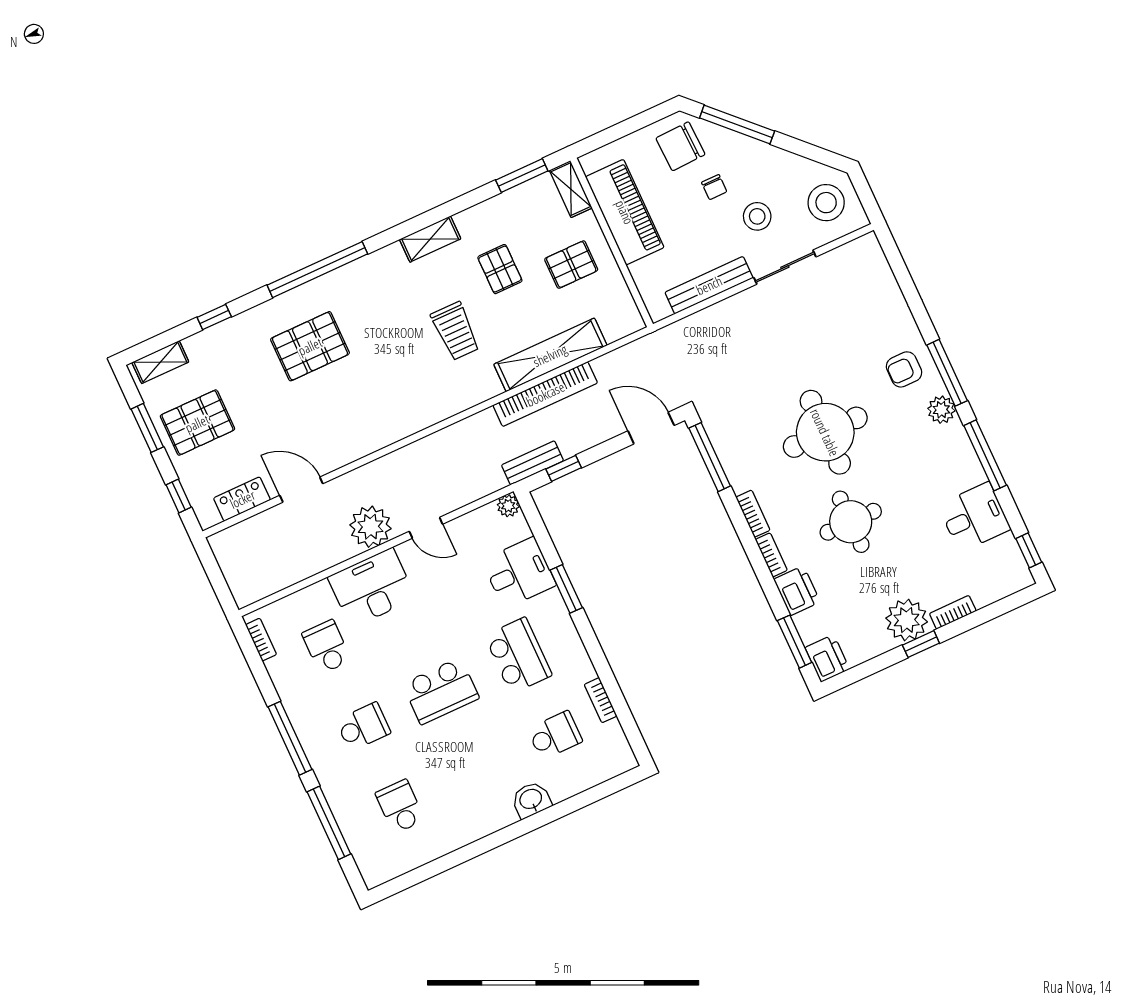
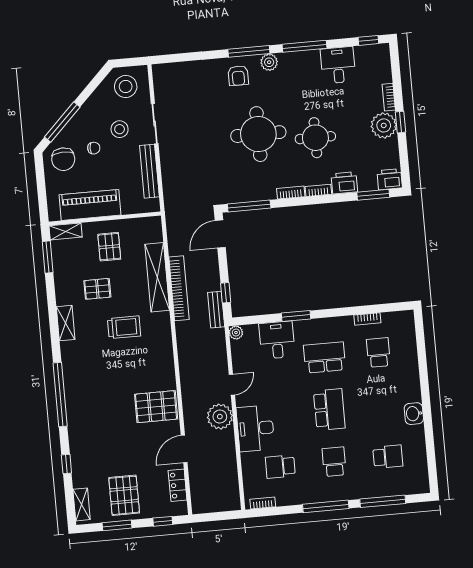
pallet: (310, 346) -> (156, 407), moved, turned 90
washbasin: (531, 800) -> (414, 414), moved
school desk: (400, 806) -> (388, 457), turned 180

